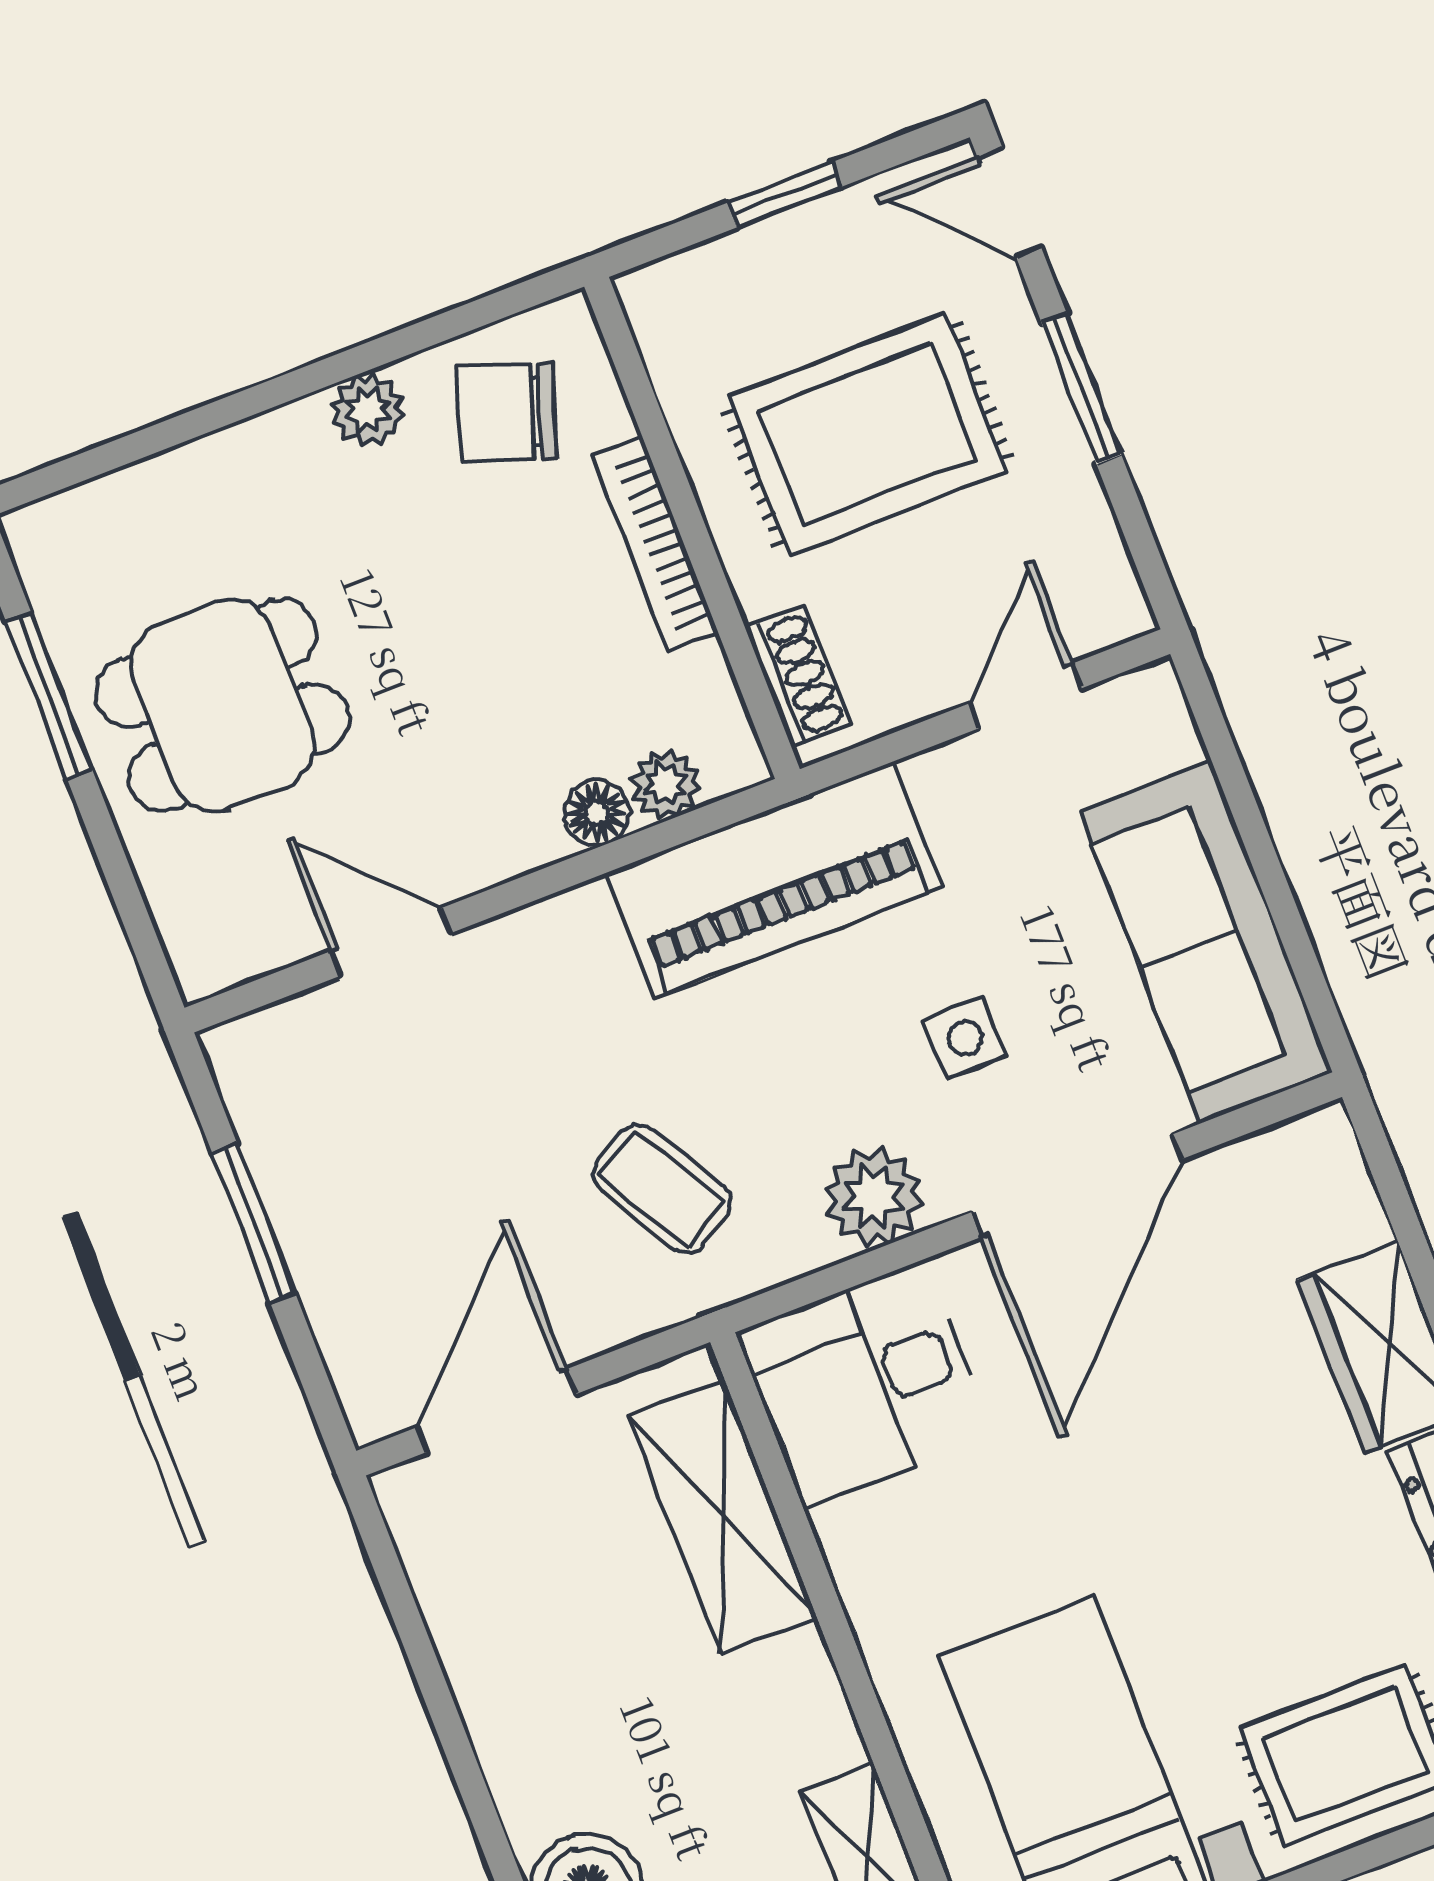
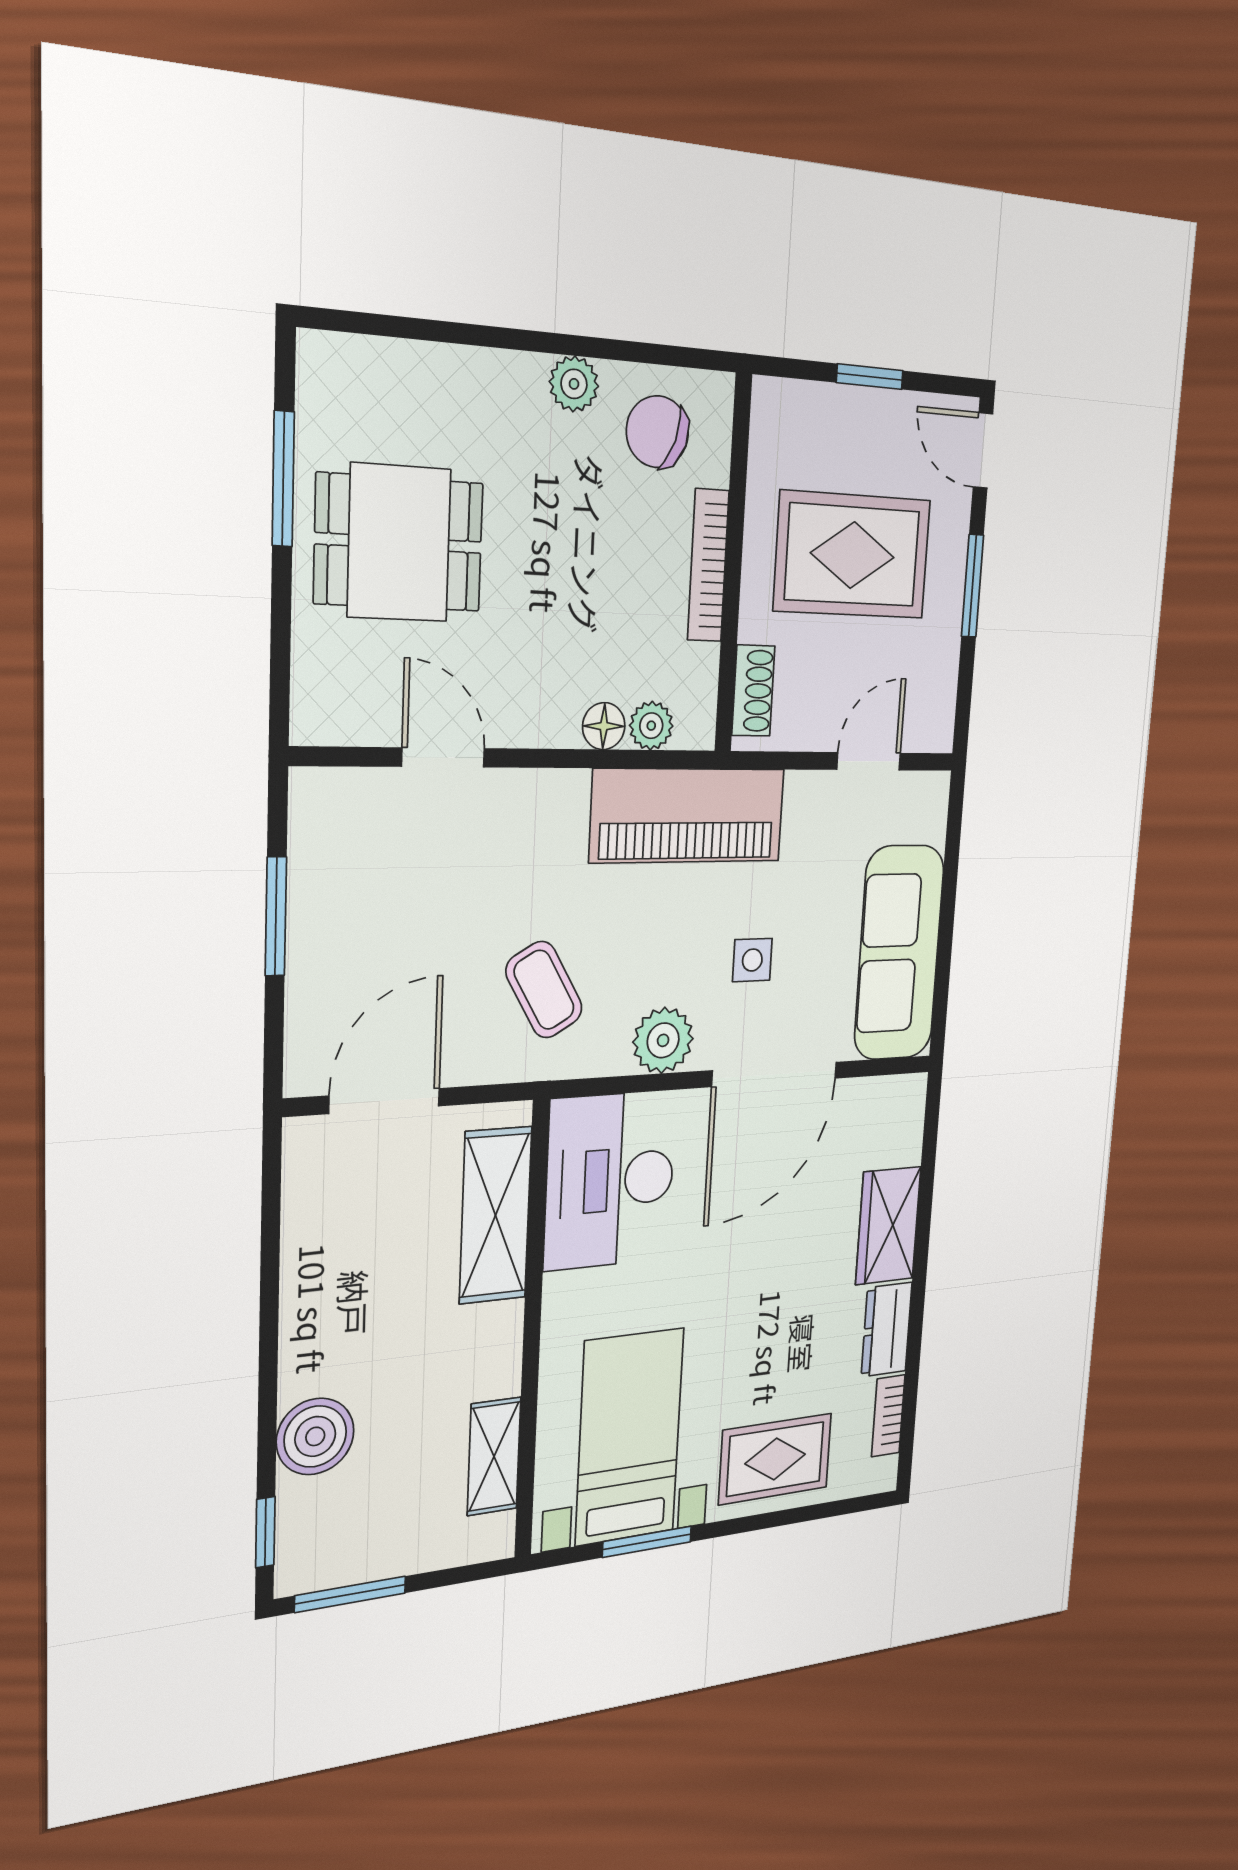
desk: (865, 1384) -> (610, 1180), width x1.37

